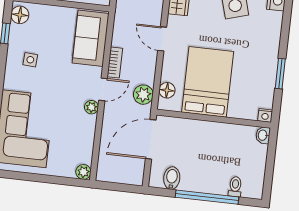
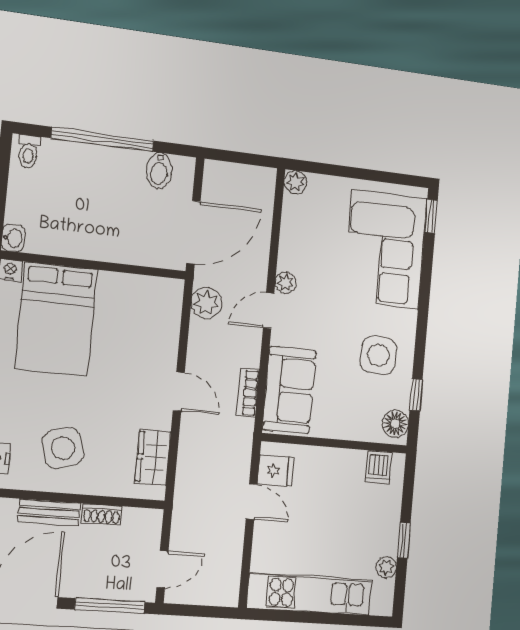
side table: (30, 60) -> (378, 355), width x1.87, depth x1.87
bookcase: (115, 63) -> (248, 393), moved
bed: (208, 82) -> (56, 319), moved
floor lamp: (167, 90) -> (170, 310), removed
toilet: (235, 187) -> (28, 152), moved

